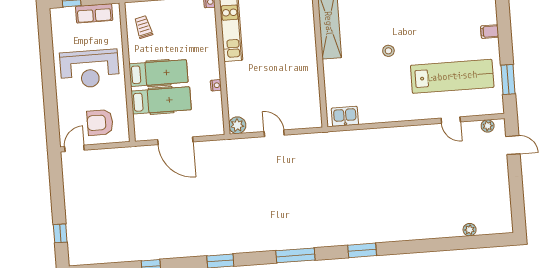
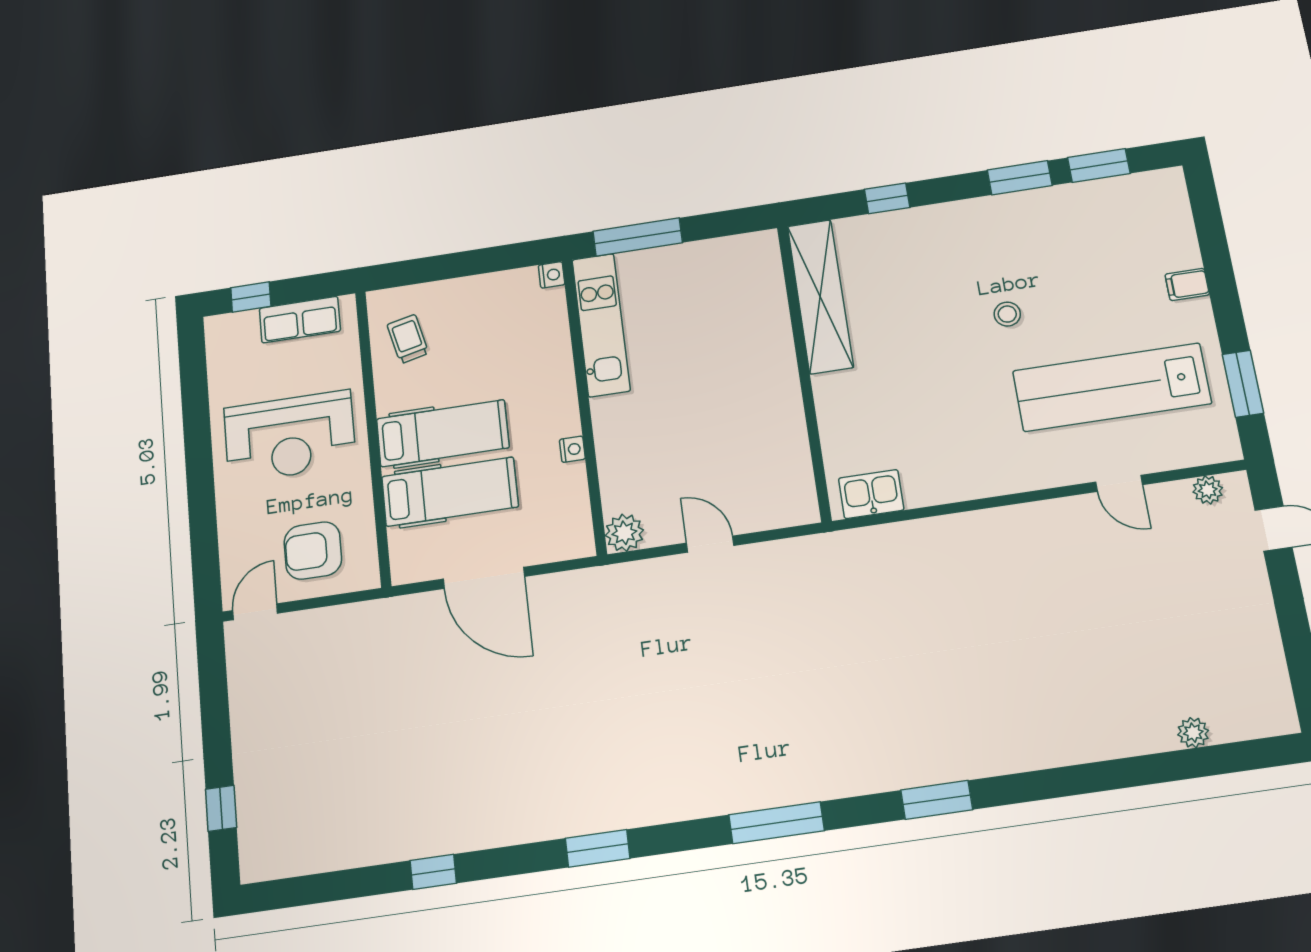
stool: (388, 51) -> (1007, 314), moved
lab bench: (452, 76) -> (1112, 387), turned 180

